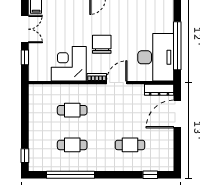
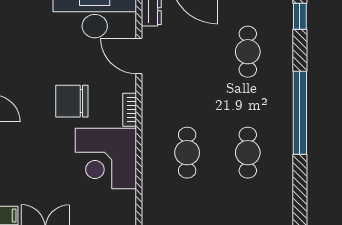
door: (117, 83) -> (139, 56), moved
window: (70, 175) -> (300, 113), moved

